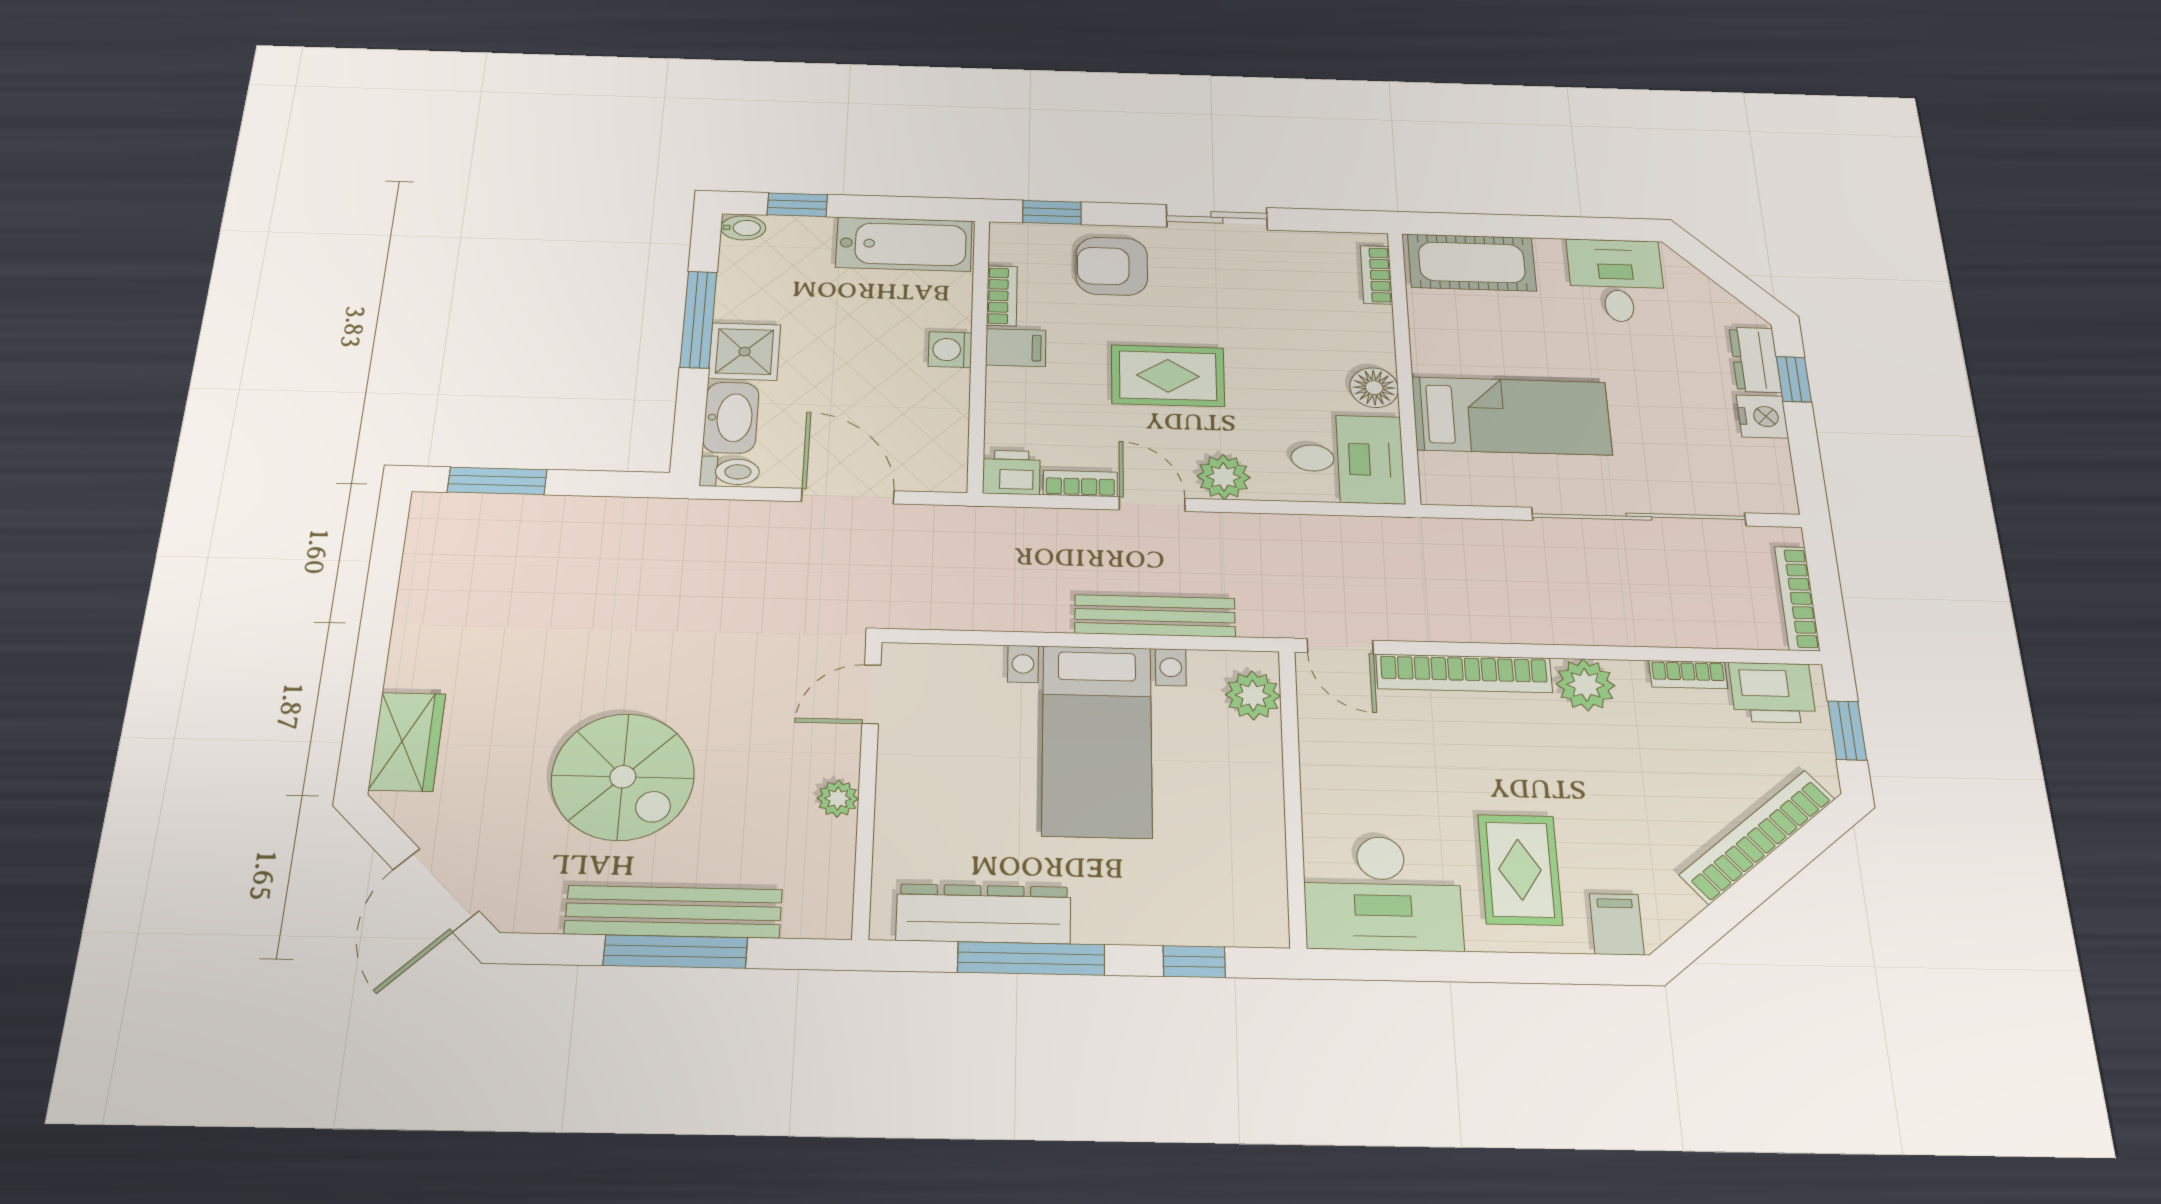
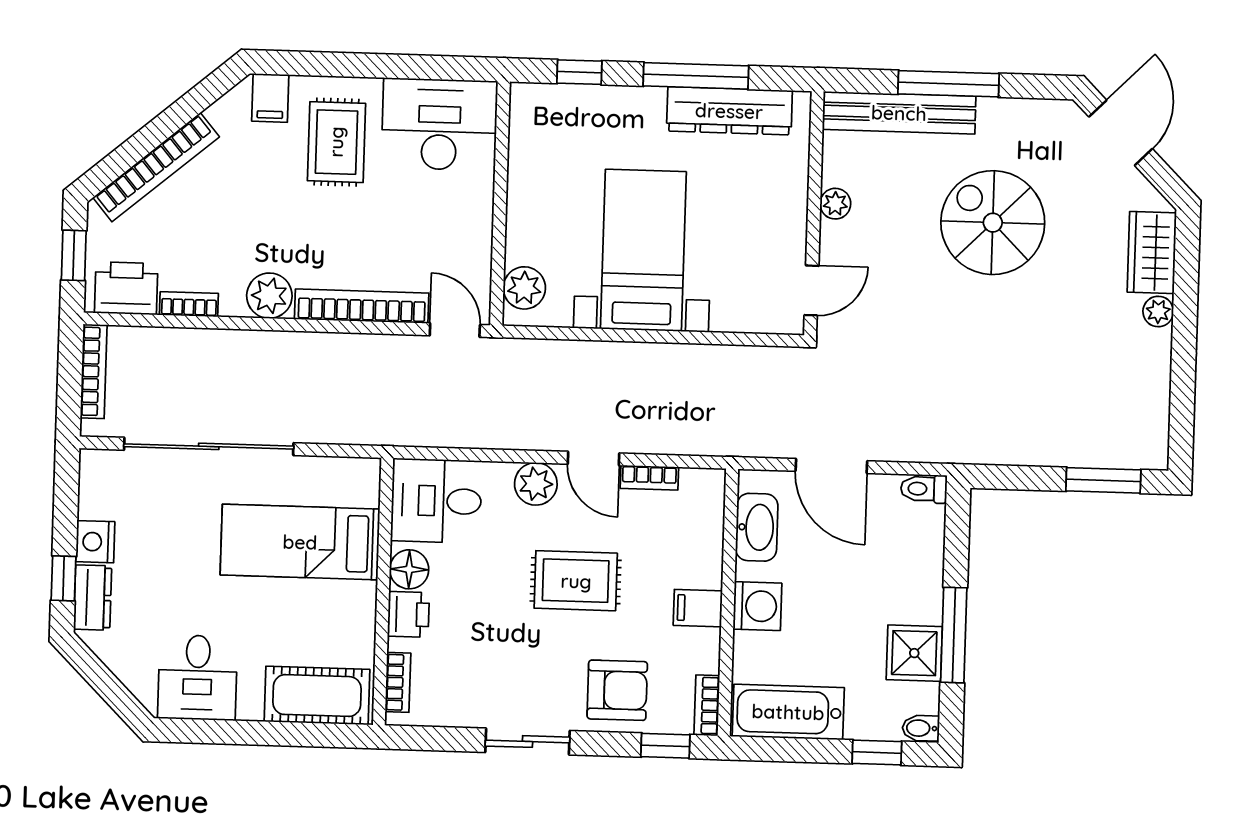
bookcase: (1002, 296) -> (707, 705), moved
washing machine: (950, 350) -> (757, 606), width x1.38, depth x1.38
shower: (745, 352) -> (914, 653), moved
washbasin: (731, 418) -> (757, 527), moved, turned 180
printer: (1011, 472) -> (409, 614), moved, turned -90
bench: (1155, 616) -> (595, 357), removed
plant: (406, 671) -> (1158, 312), added
bench: (674, 912) -> (899, 113), moved

